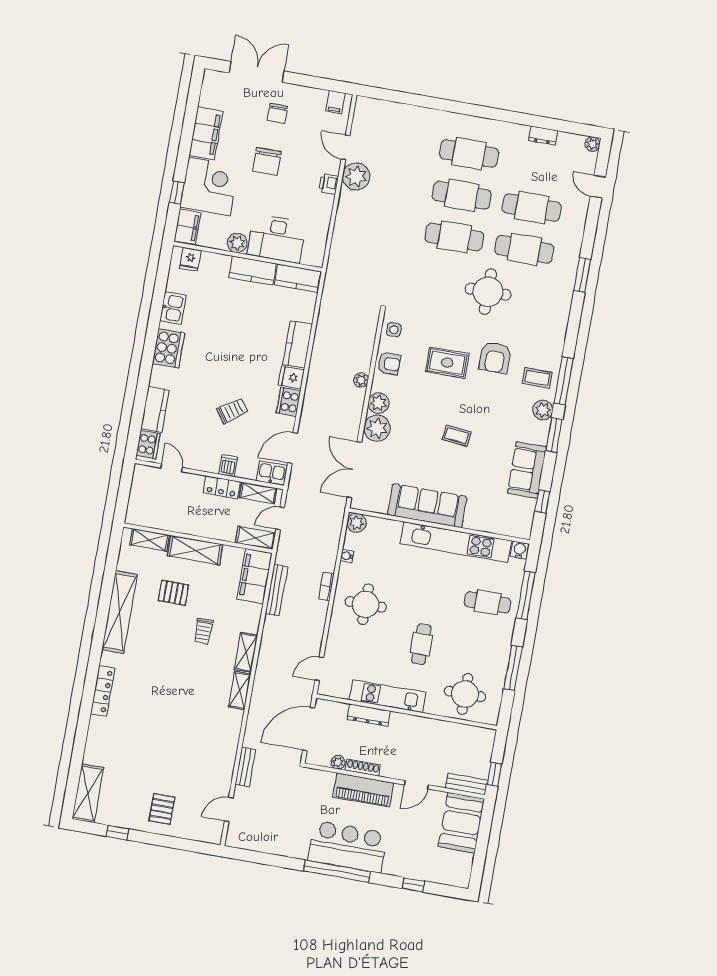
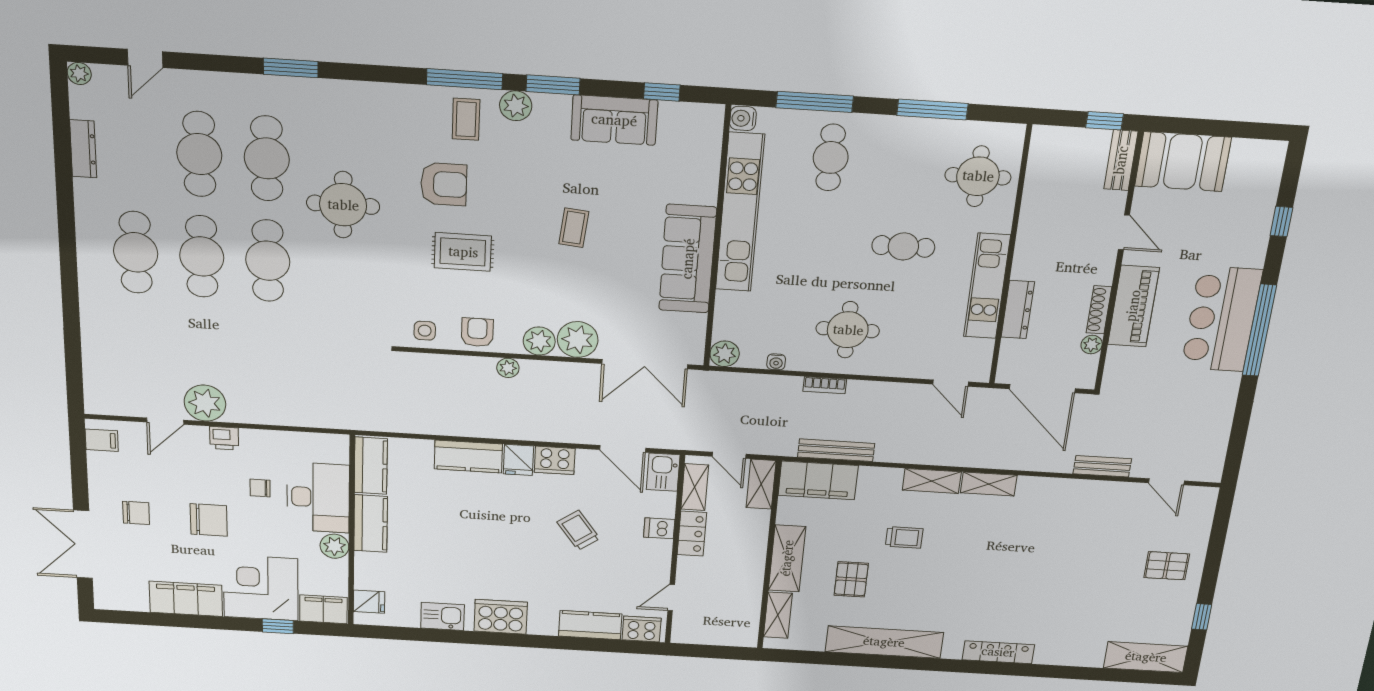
dresser: (543, 136) -> (83, 149), width x1.44
chair: (288, 201) -> (260, 488), added
rug: (447, 363) -> (463, 252), turned 90

